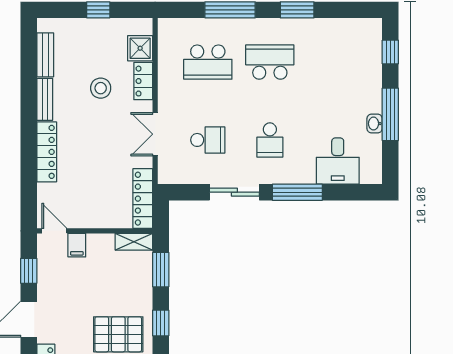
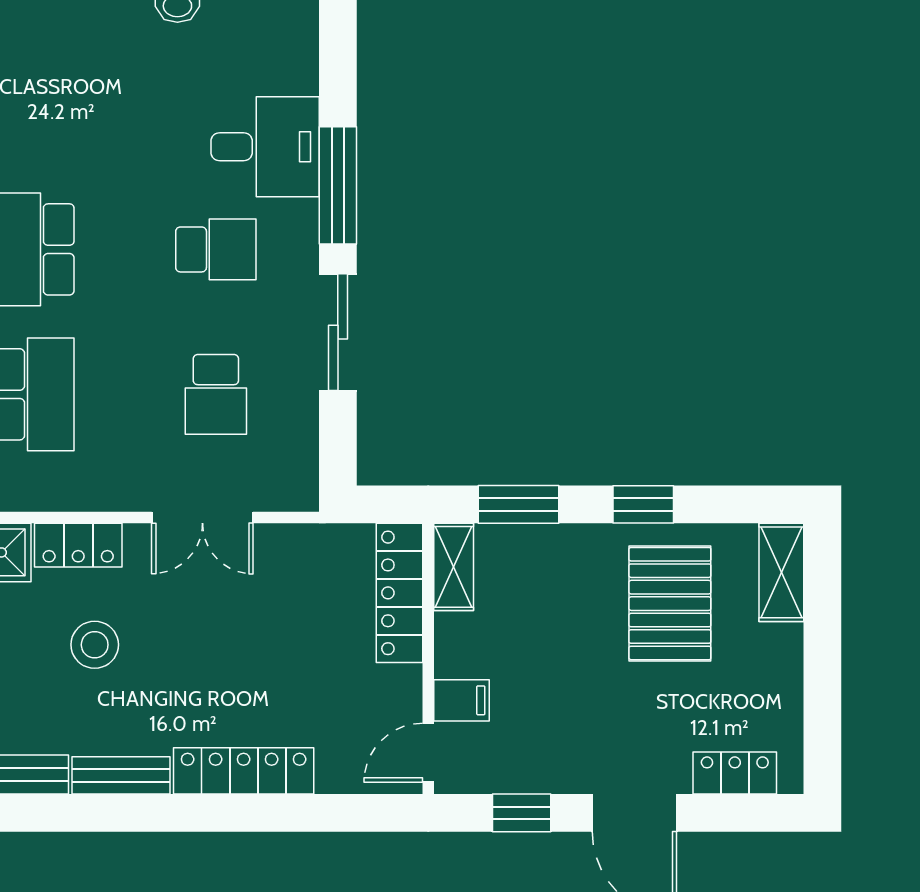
school desk: (208, 140) -> (216, 394), turned 180
desk: (338, 161) -> (265, 147), moved
locker: (143, 199) -> (399, 593), moved, turned 90

